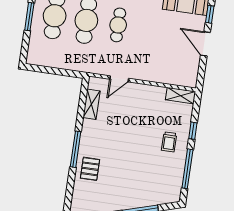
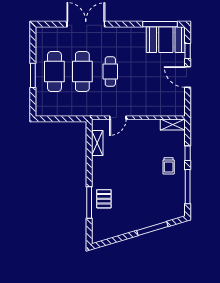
window: (76, 149) -> (89, 202), moved

